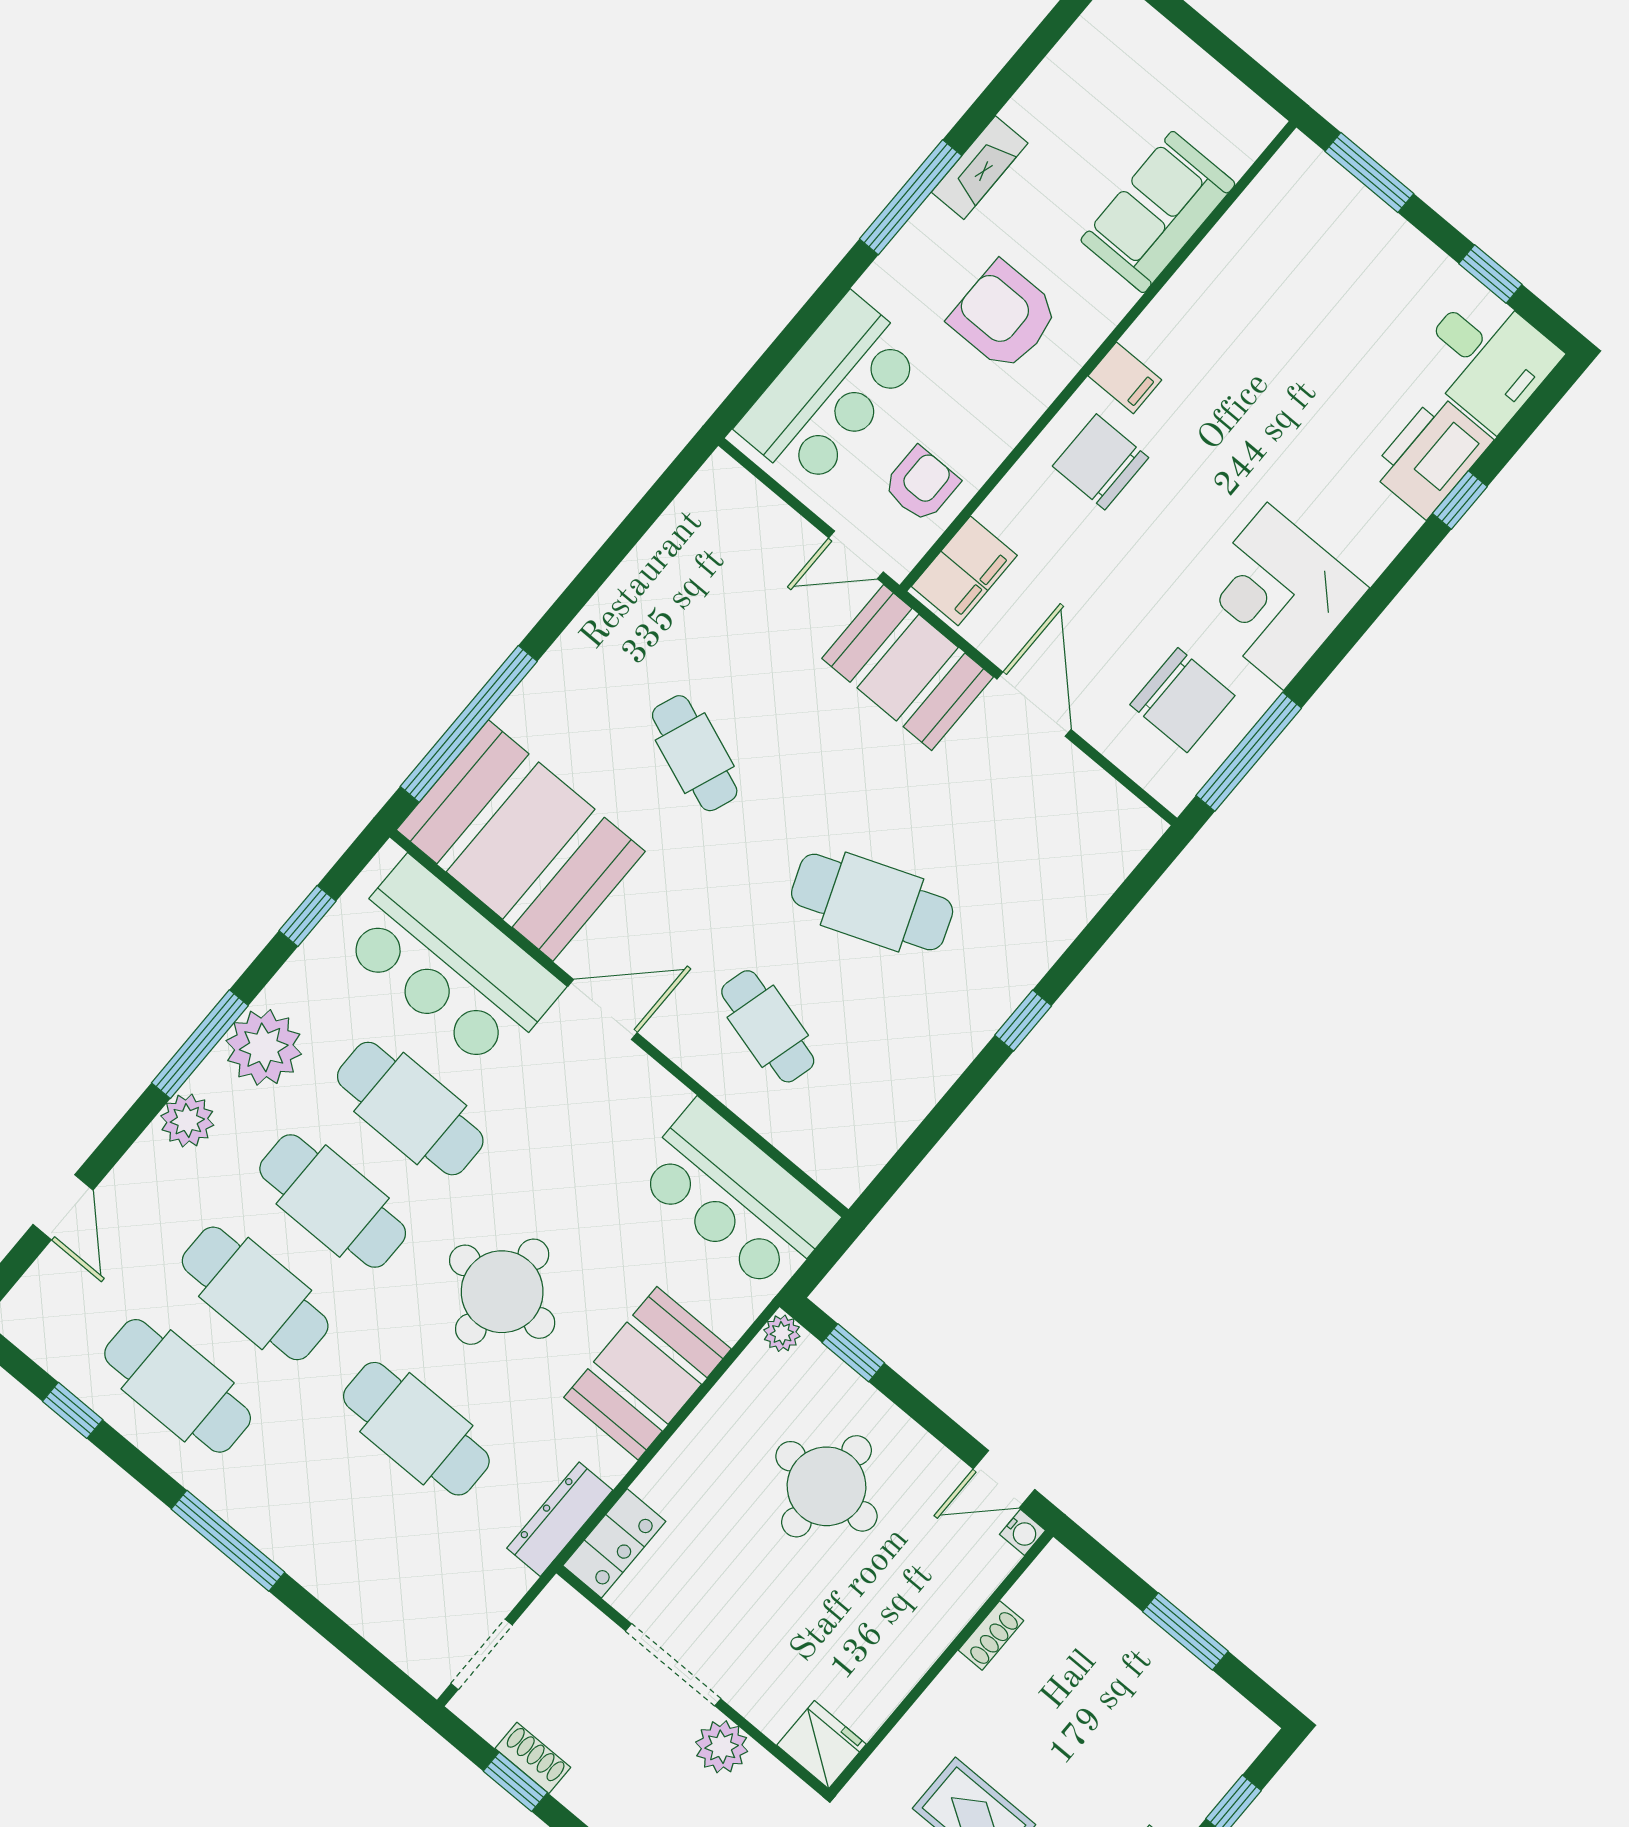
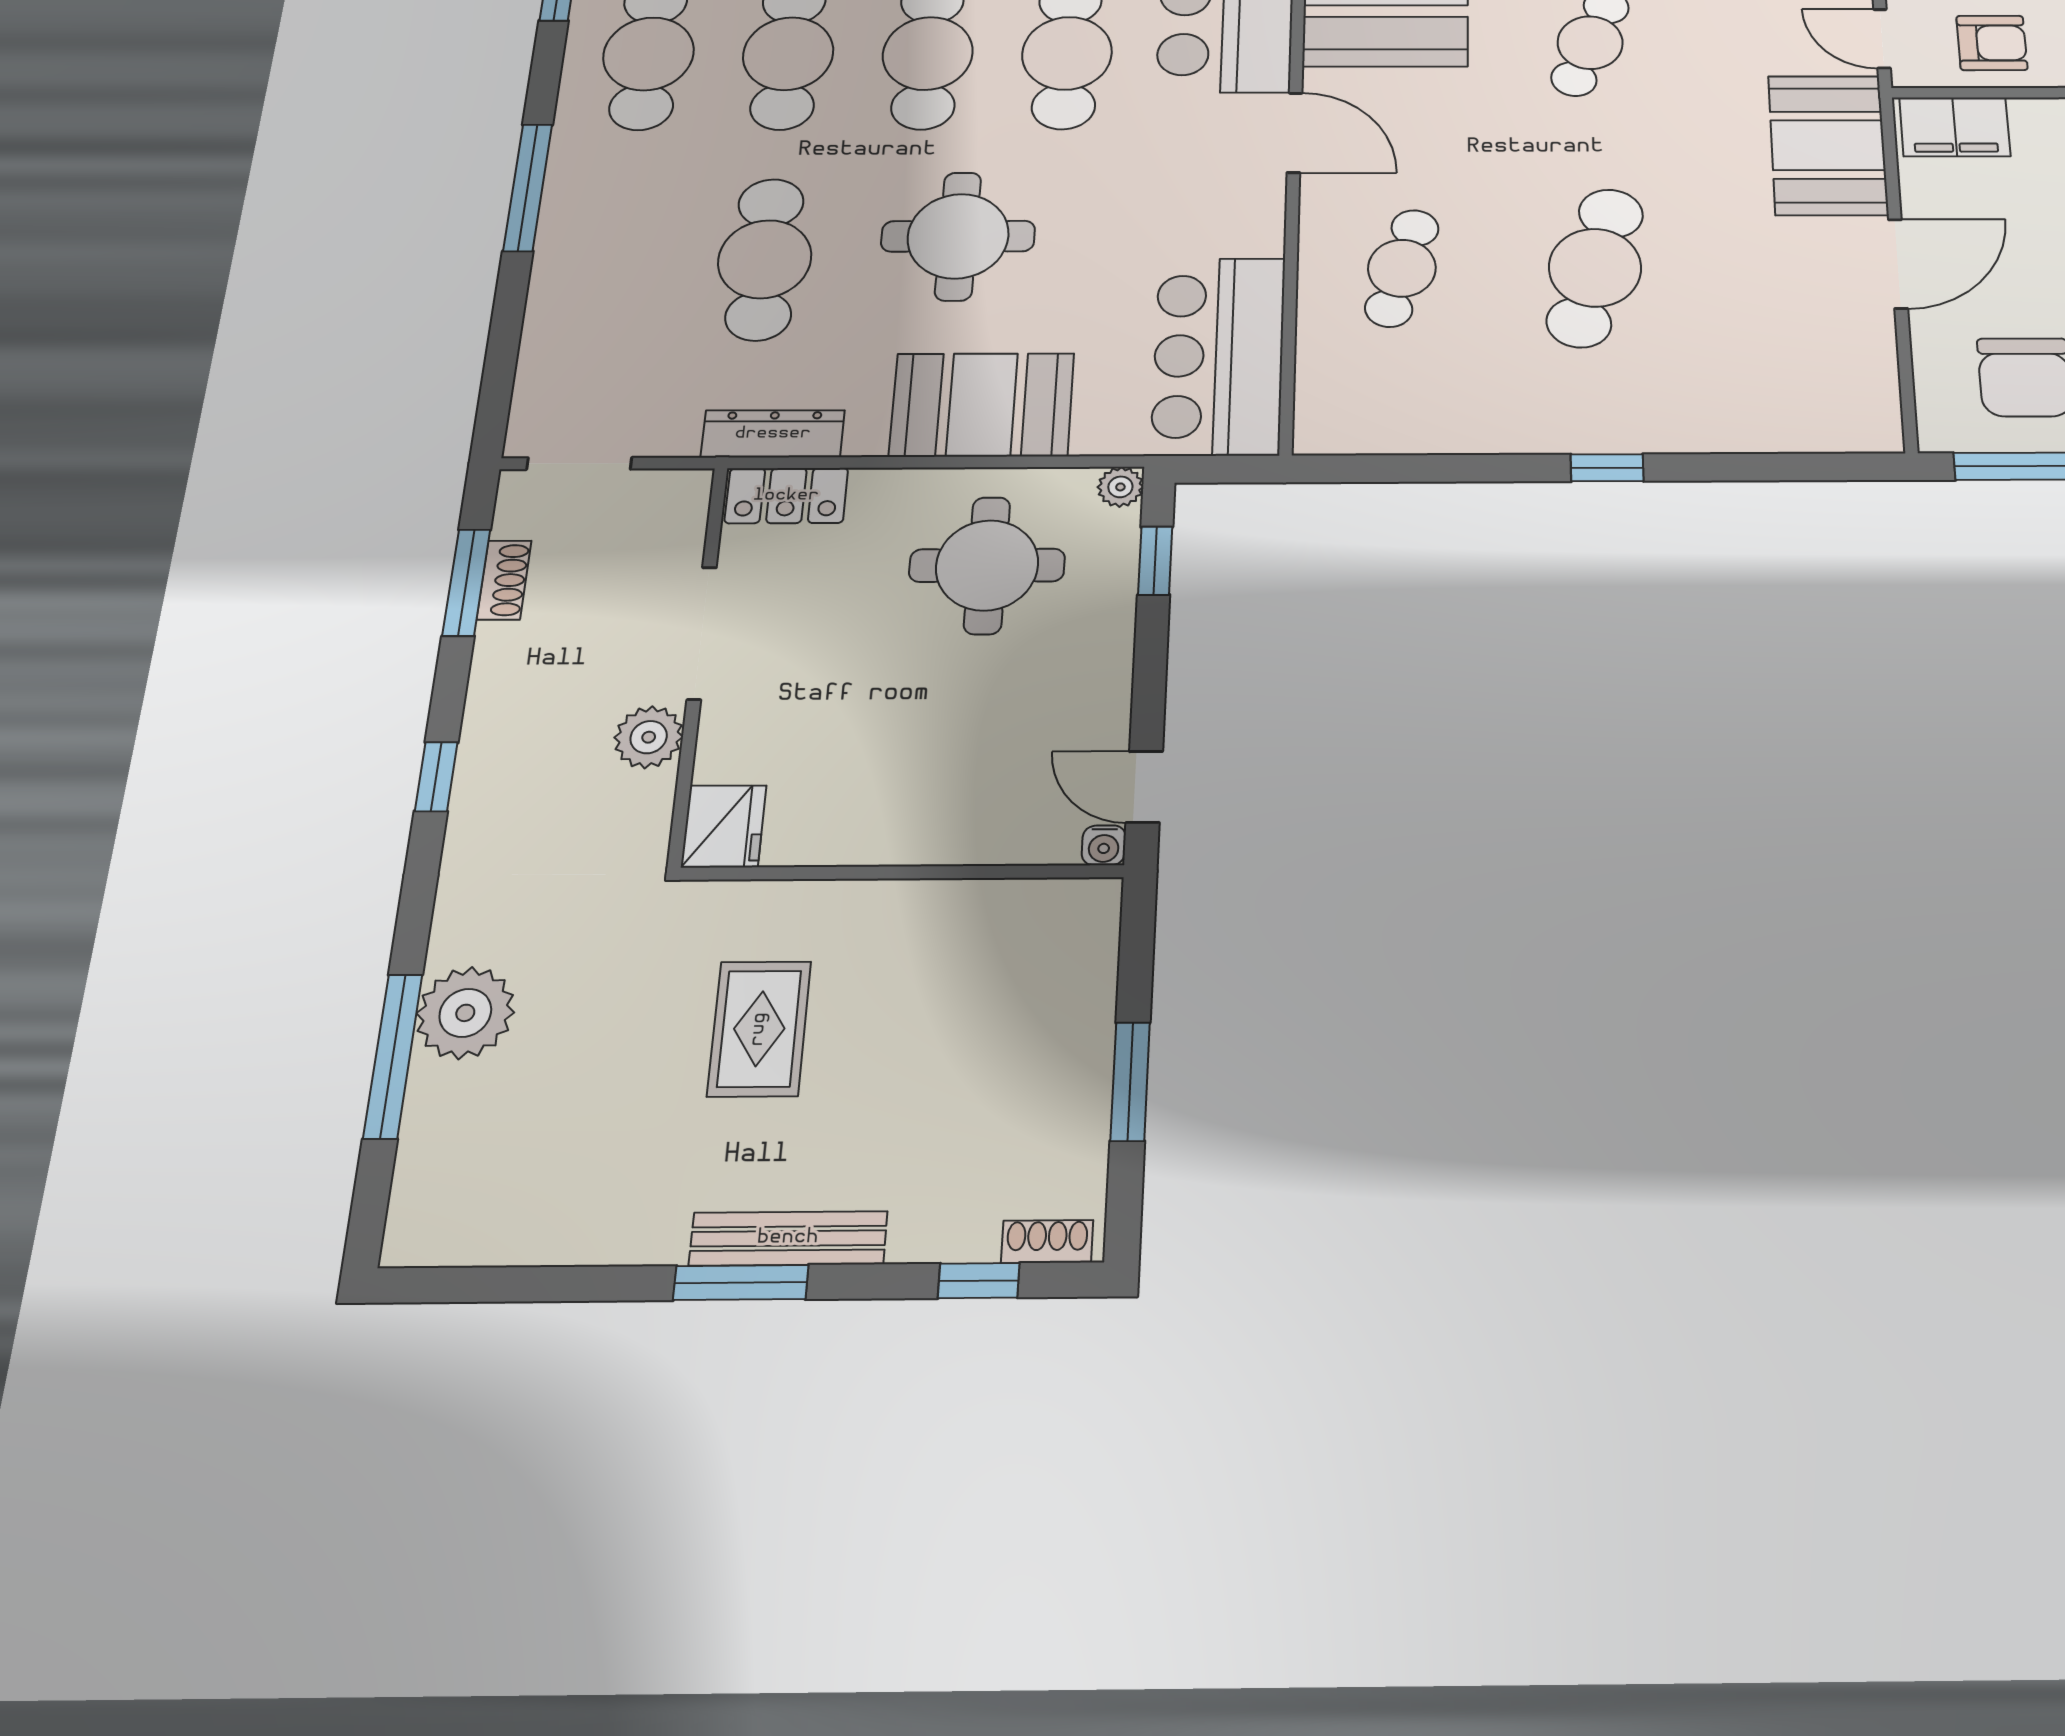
cafe table: (872, 902) -> (1595, 268), turned 36
round table: (826, 1486) -> (987, 565), moved
shoe rack: (991, 1635) -> (1047, 1242), moved, turned 180
window: (515, 1782) -> (466, 583), width x1.50

